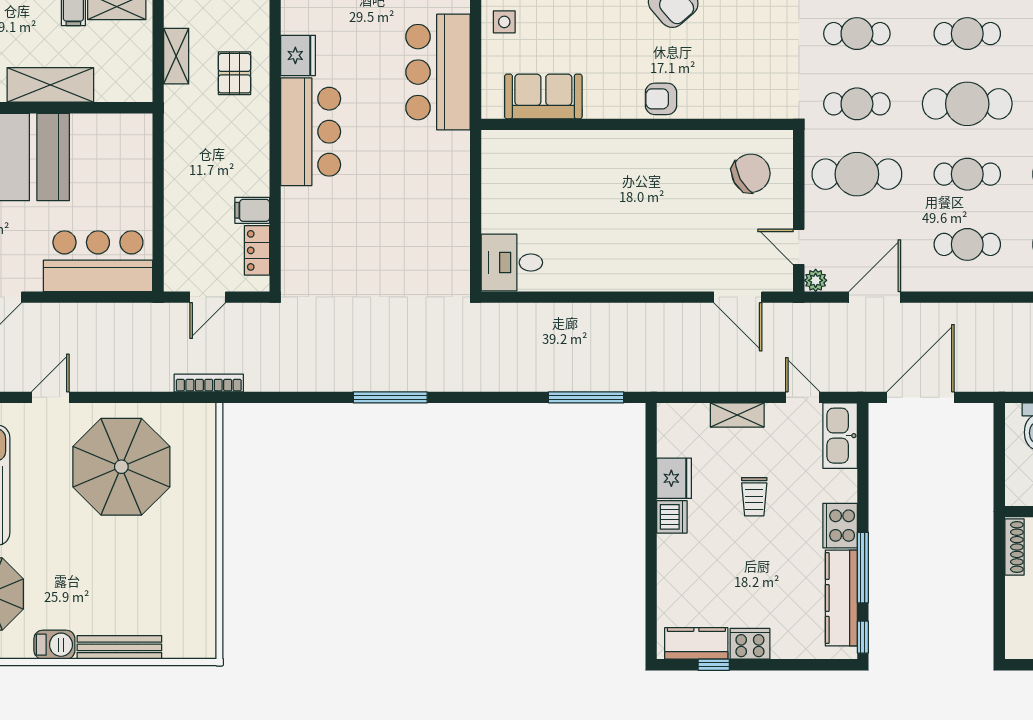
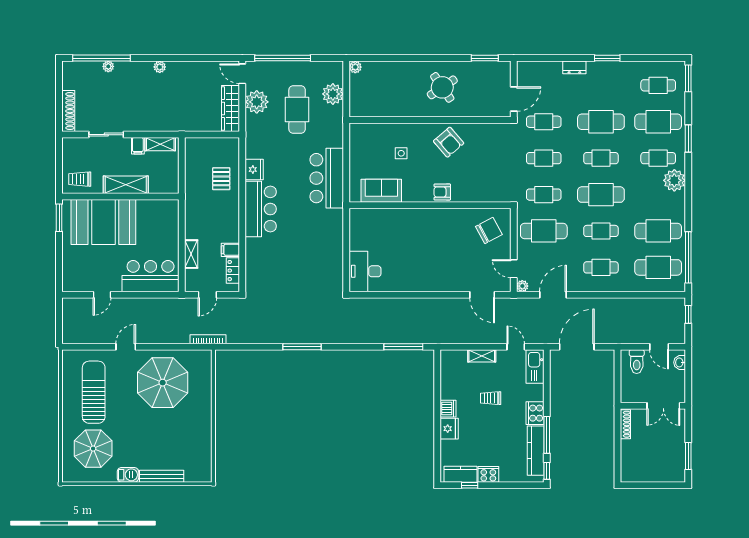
side table: (504, 22) -> (401, 153), moved
shelving: (176, 56) -> (191, 254), moved
desk: (512, 263) -> (365, 271), width x1.37
fridge: (674, 478) -> (449, 429), moved
trolley: (754, 497) -> (491, 398), turned 90

